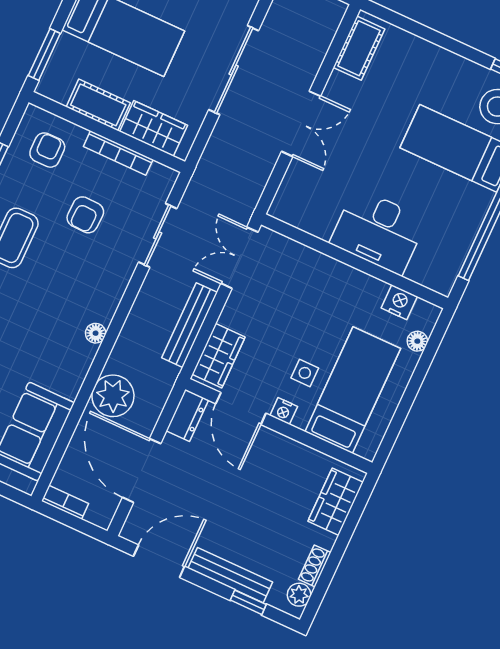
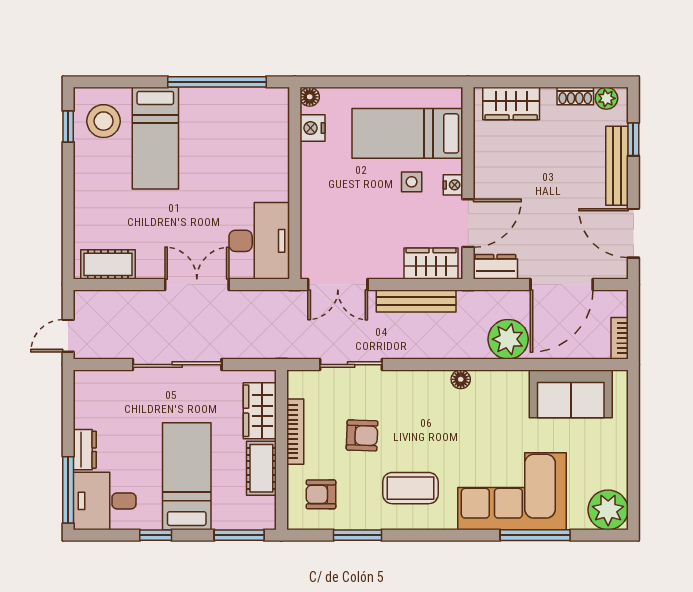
desk: (378, 231) -> (259, 241), moved
floor lamp: (417, 341) -> (310, 97), moved

